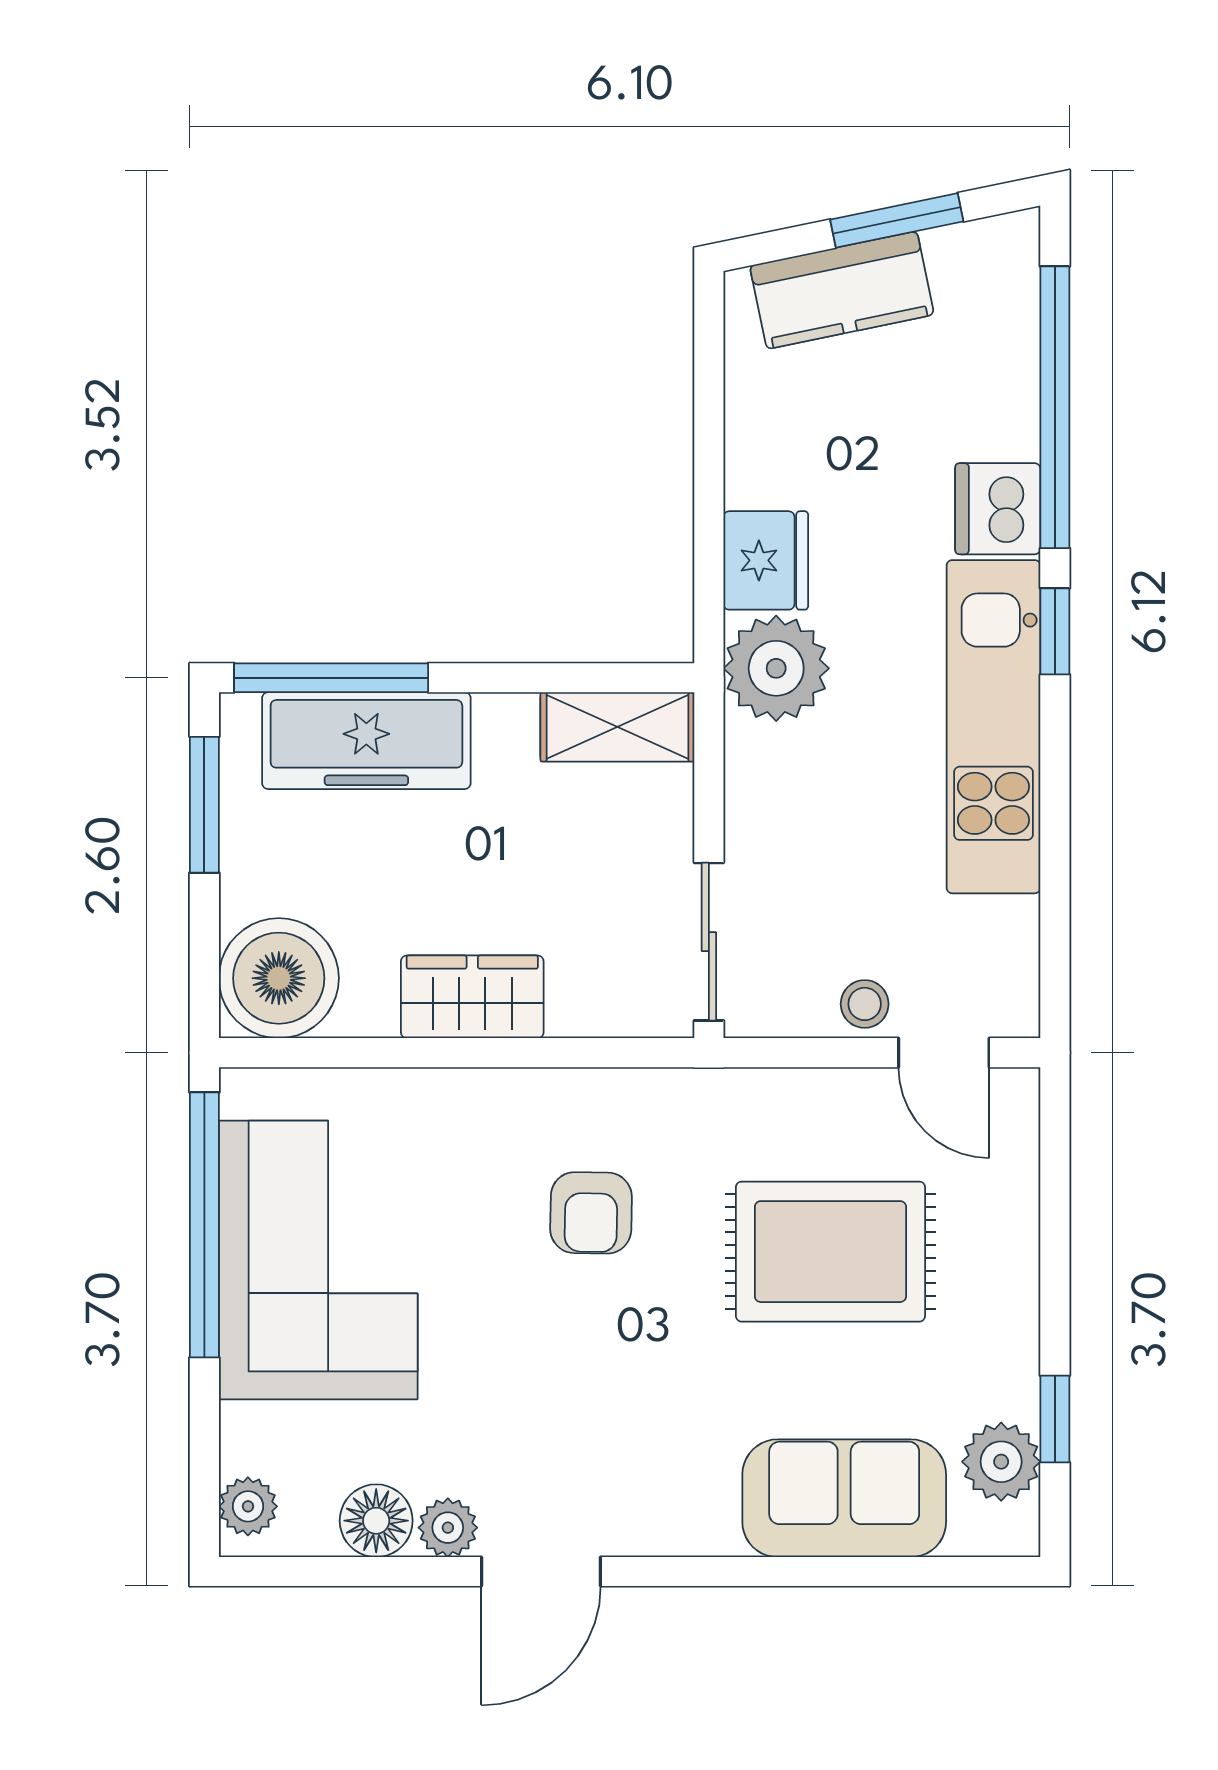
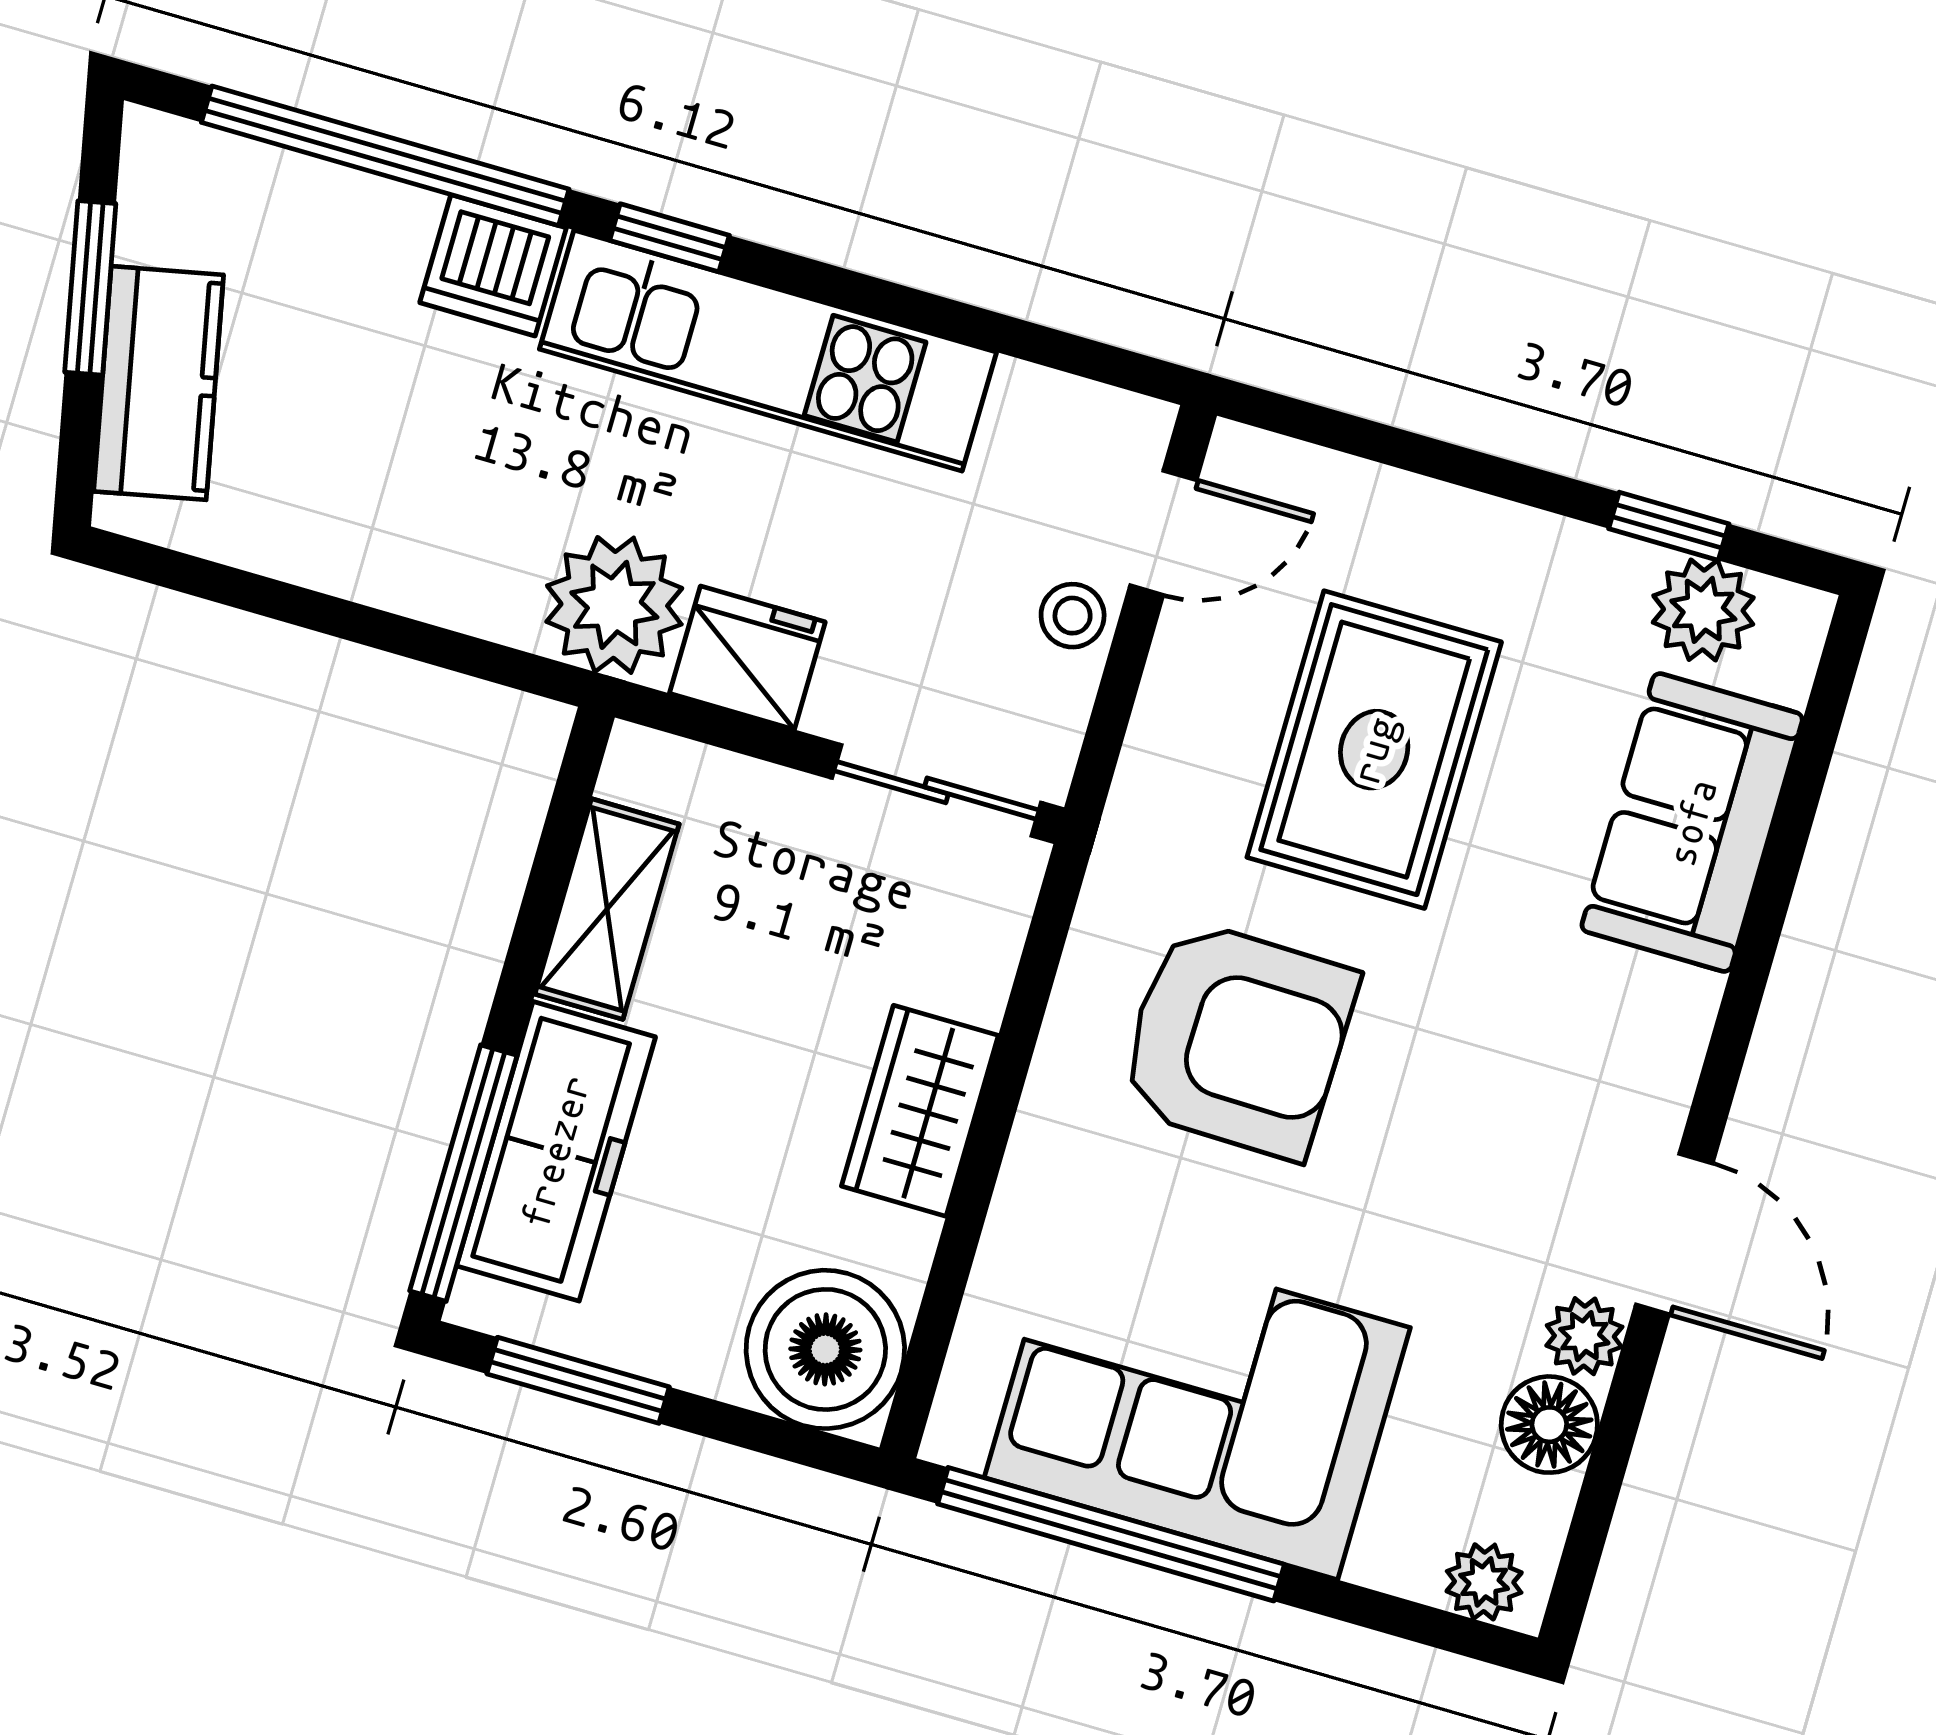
fridge: (766, 560) -> (747, 658), moved
shelving: (617, 727) -> (607, 909), moved
armchair: (591, 1213) -> (1237, 1039), width x1.88, depth x1.88

